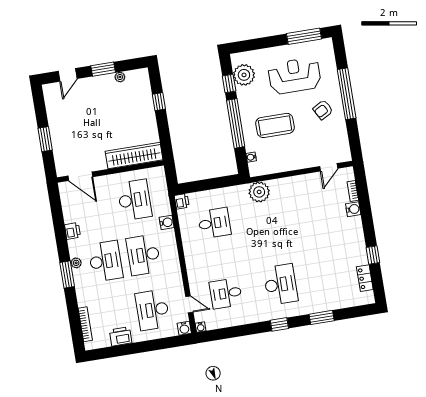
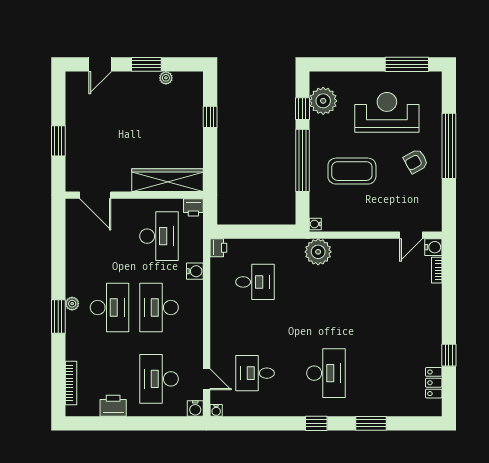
water cooler: (251, 157) -> (315, 224), moved
water cooler: (353, 209) -> (433, 247), moved
printer: (73, 231) -> (193, 207), moved, turned 90

